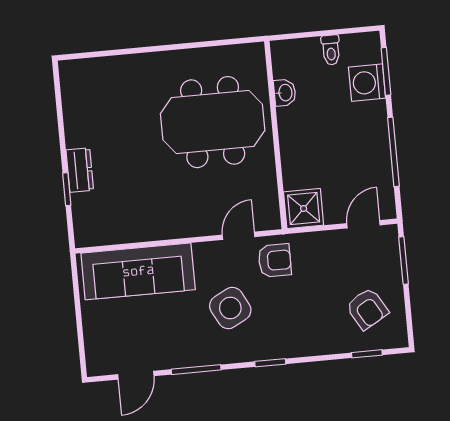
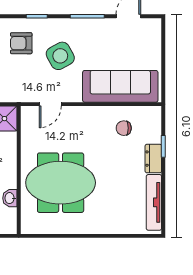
tv unit: (73, 106) -> (154, 202), added
chair: (127, 211) -> (124, 128), added
armchair: (275, 260) -> (21, 43), moved

